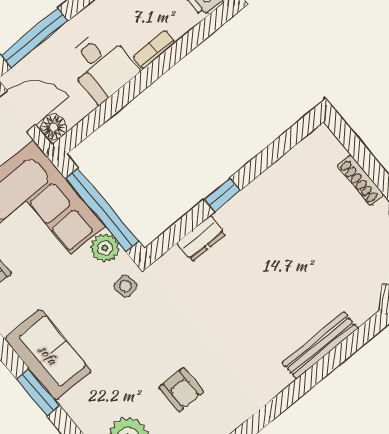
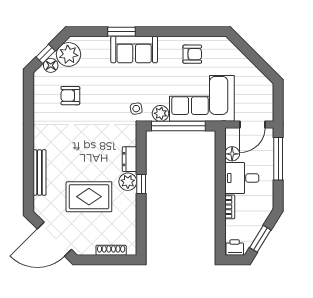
floor lamp: (54, 127) -> (232, 154), moved
shoe rack: (360, 180) -> (111, 250), moved
plant: (234, 216) -> (128, 182), added
rug: (297, 251) -> (89, 197), added

